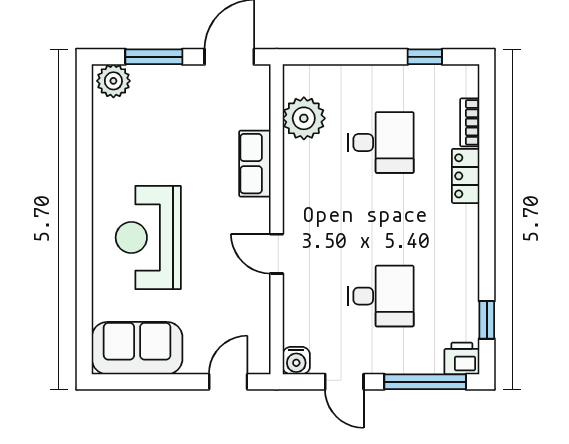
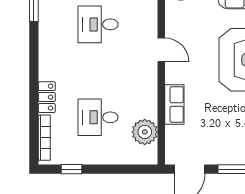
bookcase: (470, 122) -> (44, 138), width x1.56

